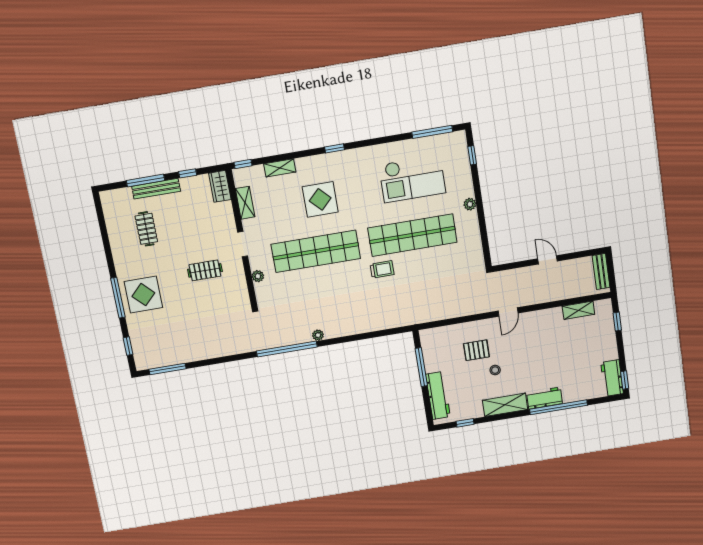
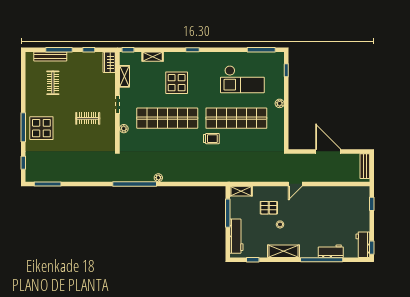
bench: (156, 189) -> (50, 56), moved
door: (547, 260) -> (328, 151), width x1.88
shelving: (578, 310) -> (241, 191), moved
workbench: (545, 398) -> (331, 251), moved

